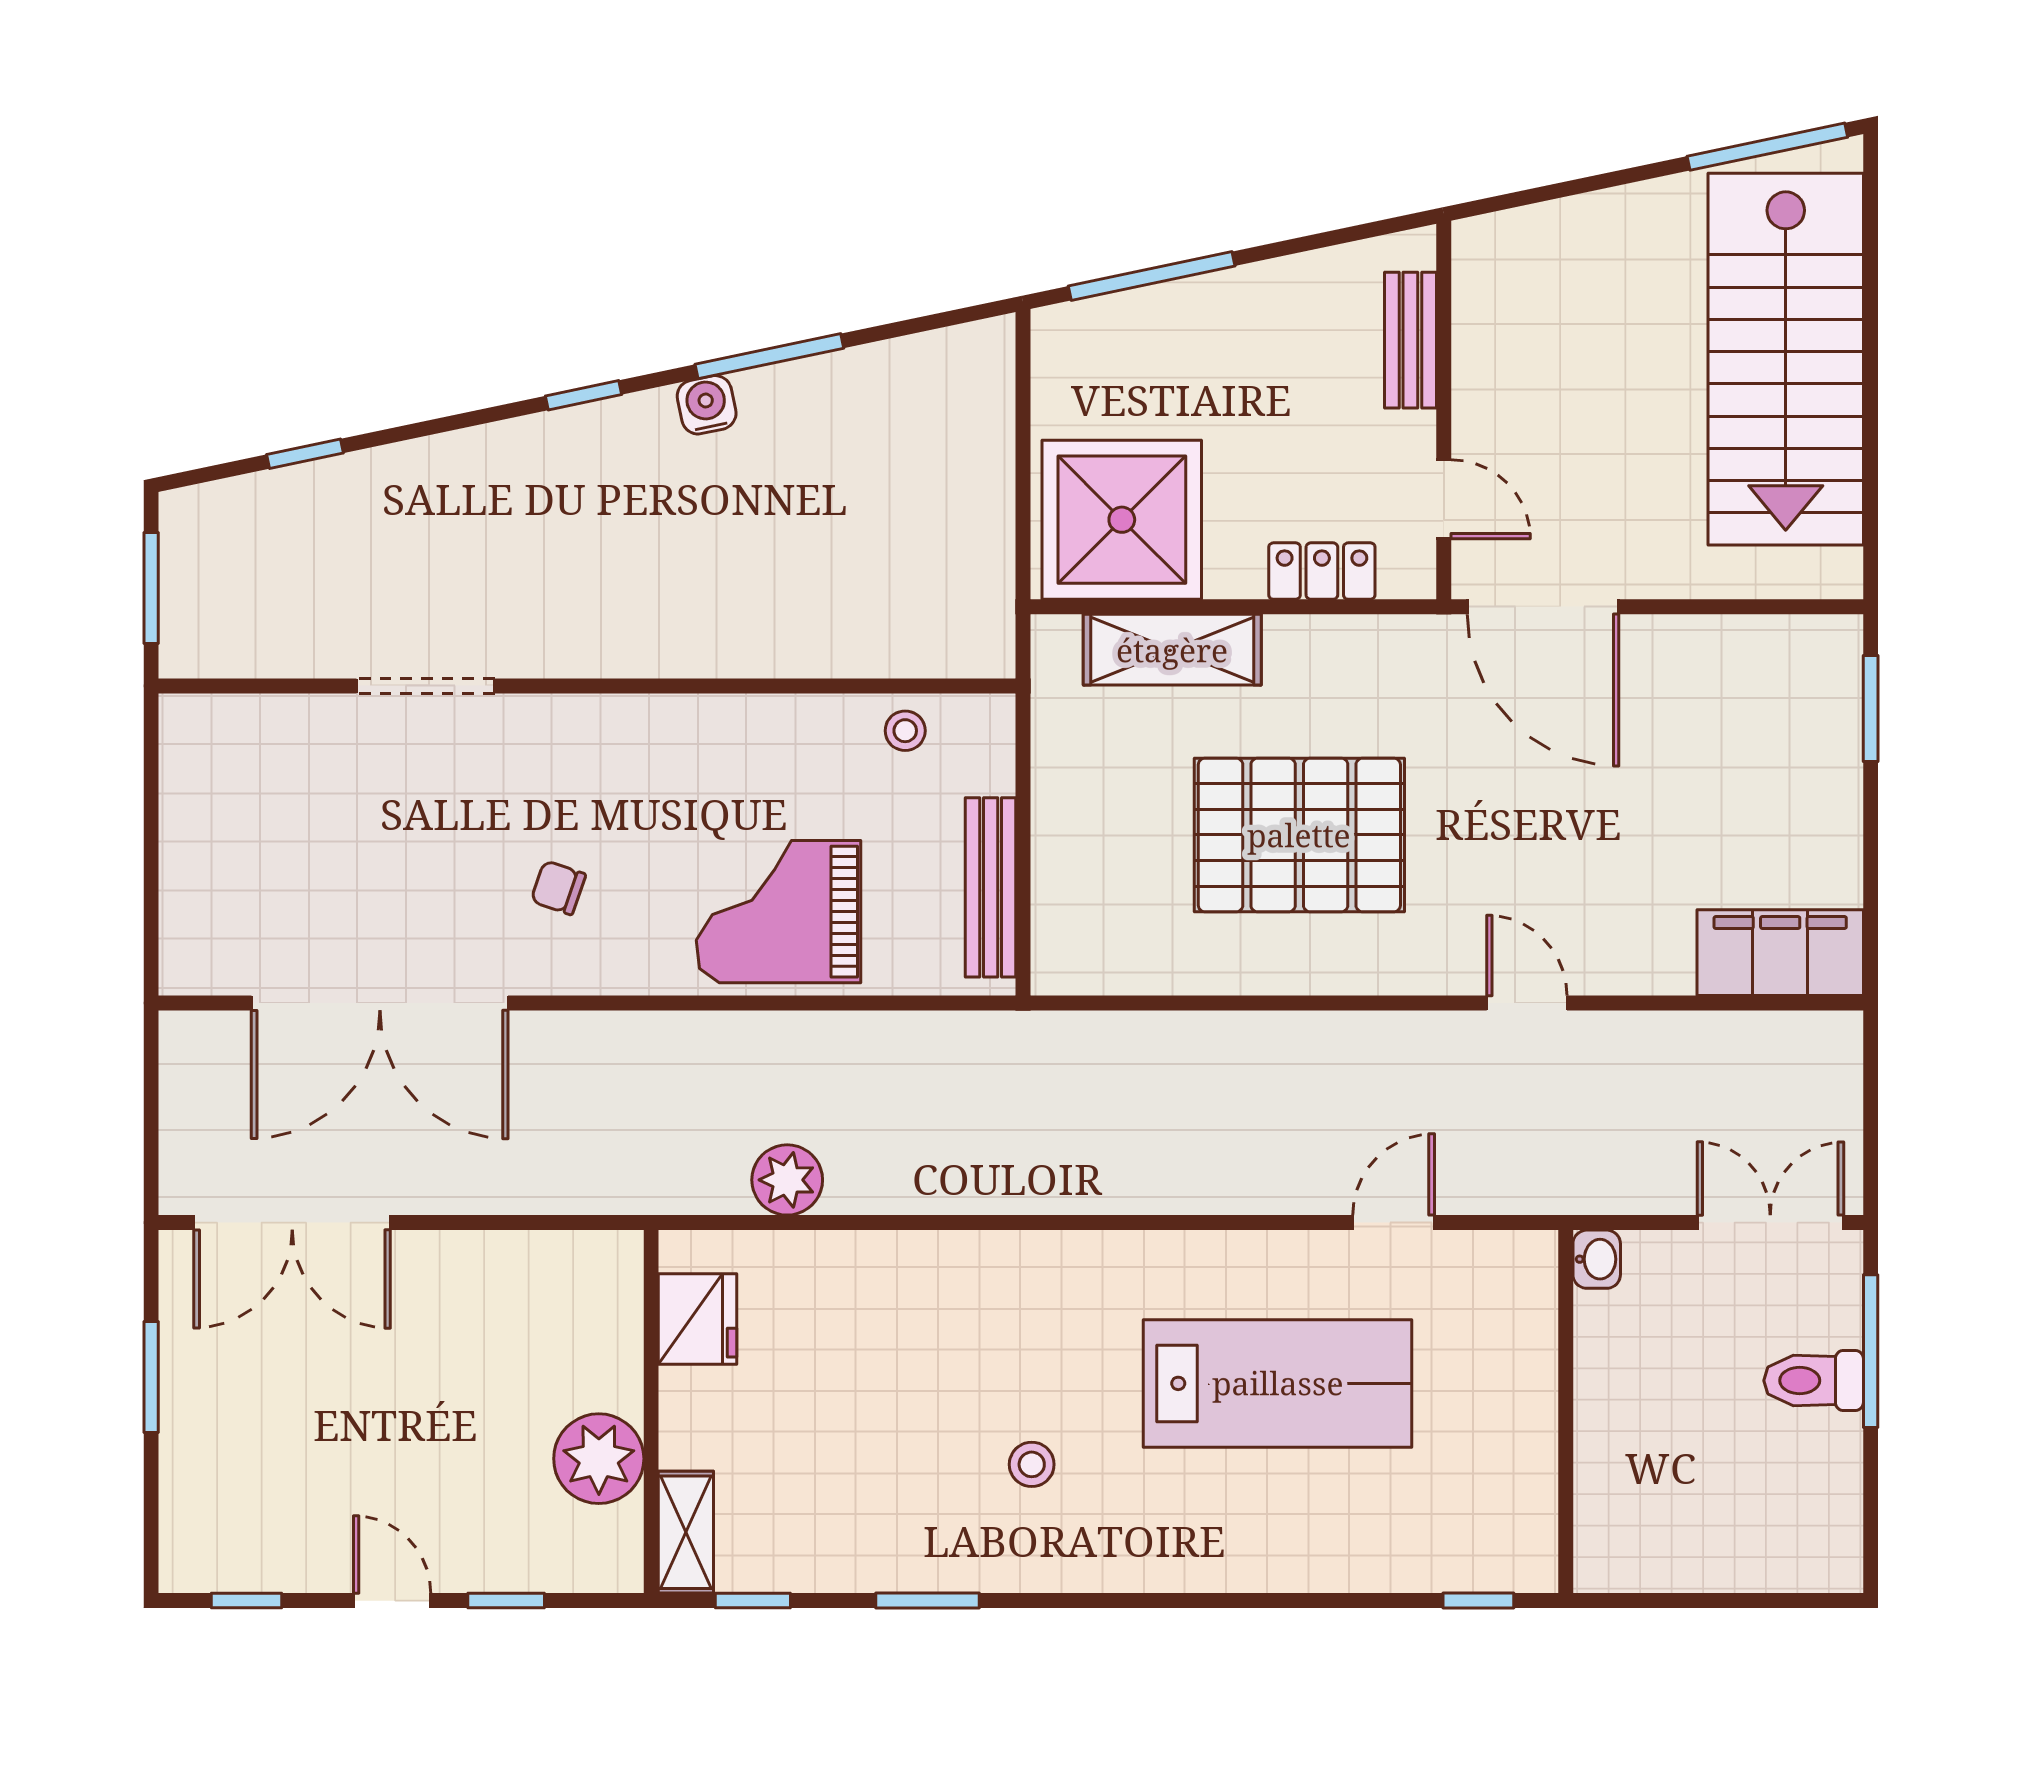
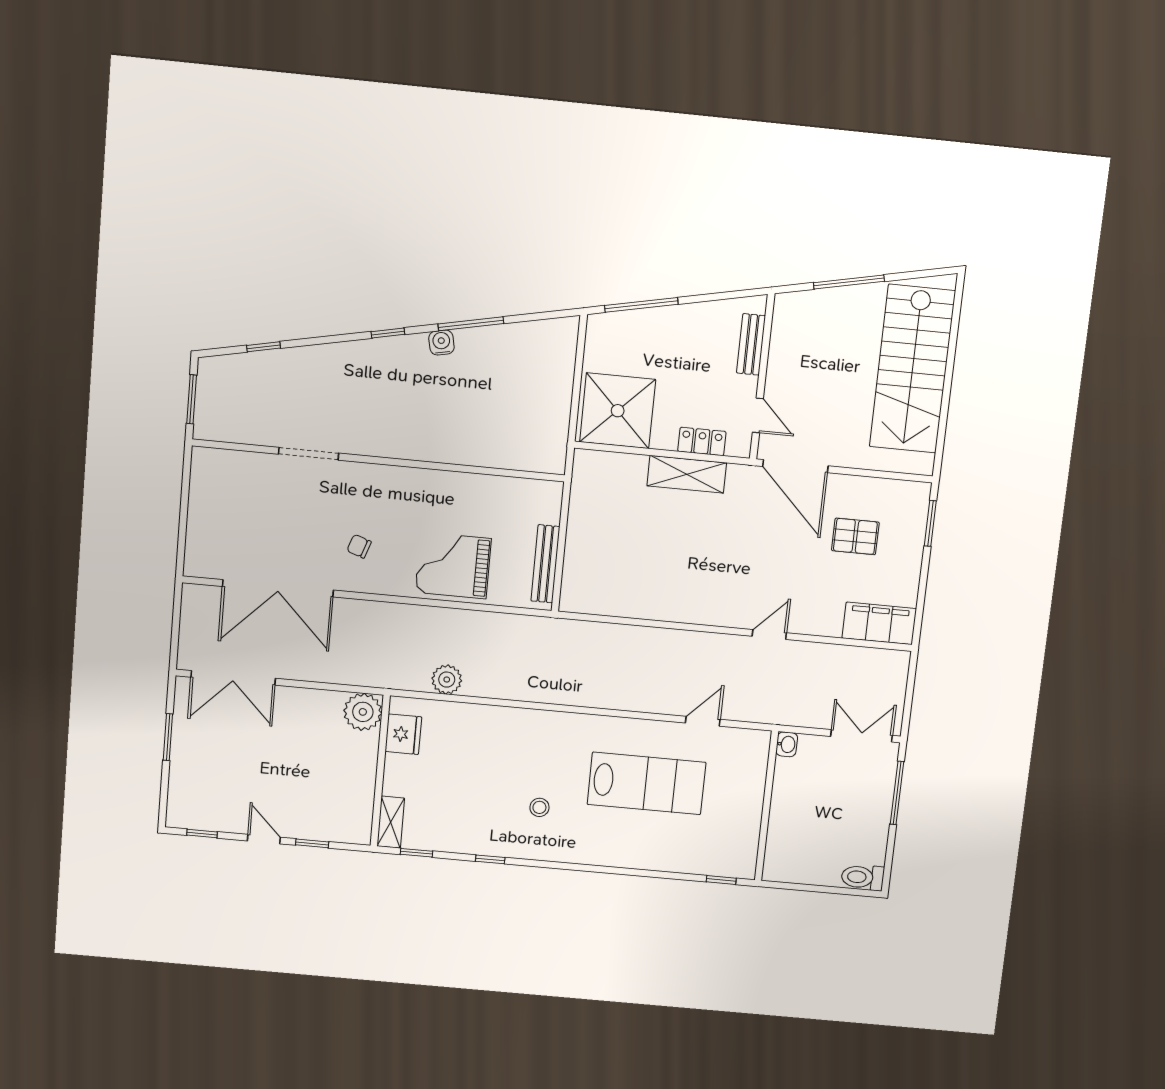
window: (1767, 147) -> (849, 282), moved
shelving: (1172, 650) -> (687, 474), moved
stool: (905, 731) -> (515, 493), removed
pallet: (1299, 835) -> (855, 536), moved, width x0.49, depth x0.50
door: (1527, 1003) -> (769, 634), hinge flipped
toilet: (1814, 1381) -> (863, 877), moved
plant: (599, 1459) -> (363, 712), moved
window: (928, 1601) -> (490, 859), width x0.67

